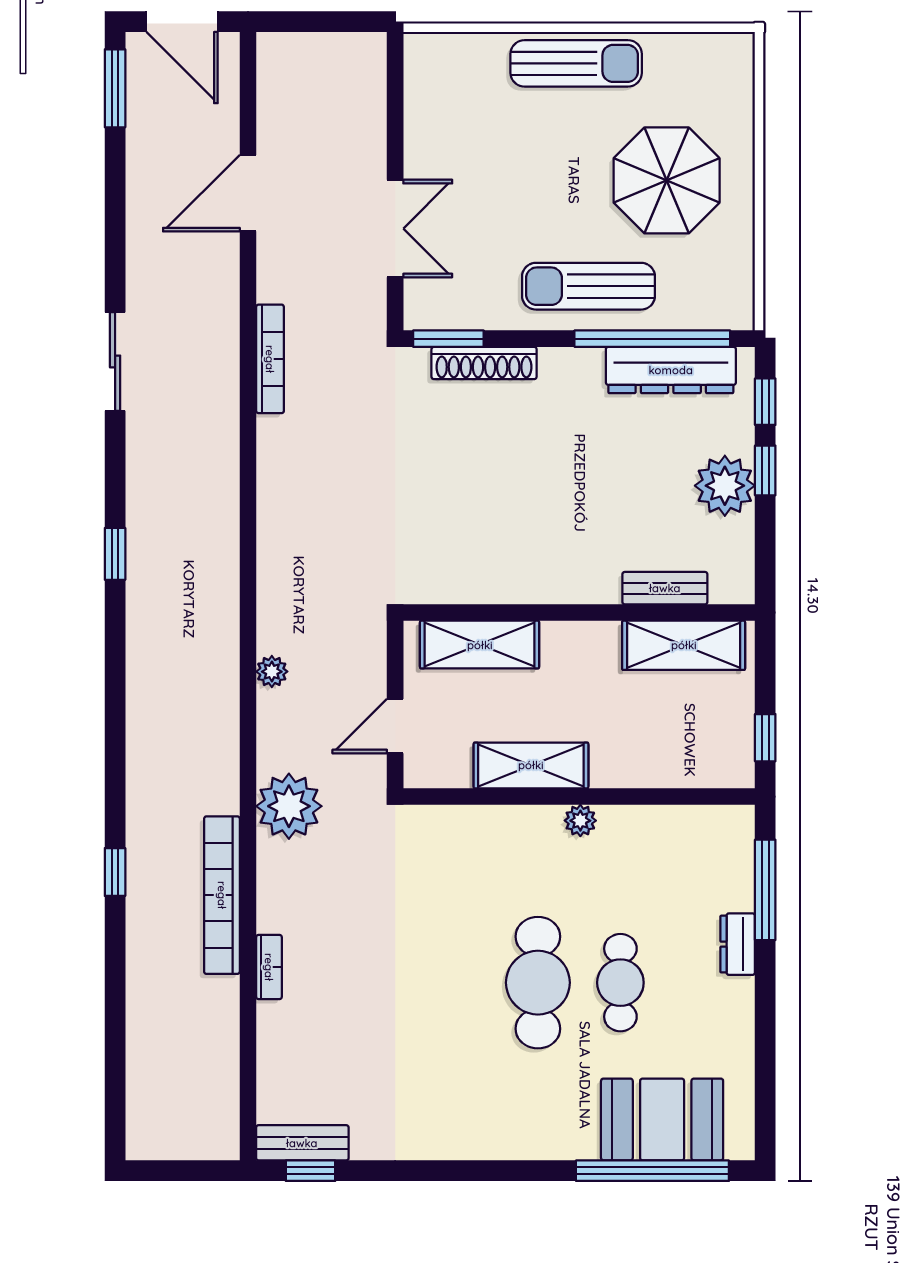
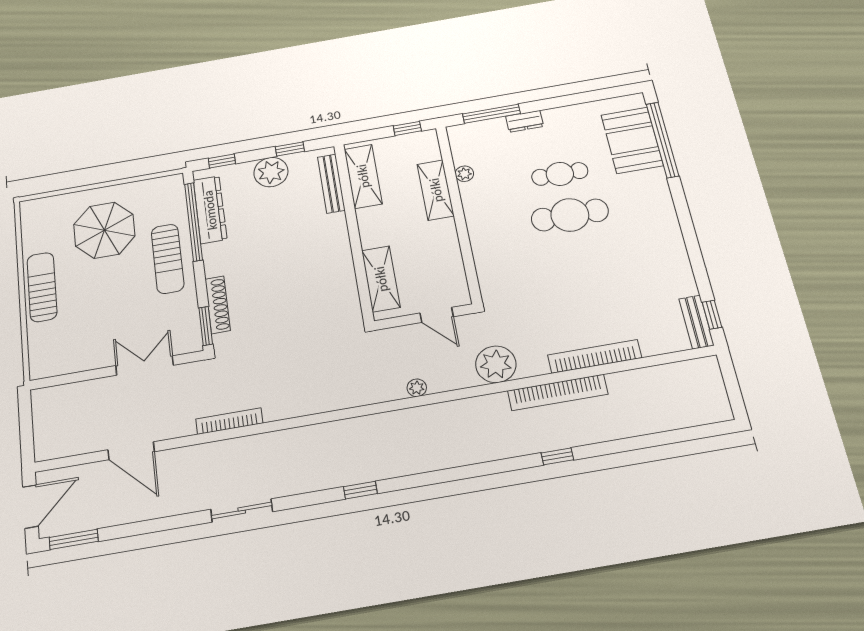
window: (765, 470) -> (290, 149), moved
bench: (665, 588) -> (331, 184), width x1.36
shelving: (531, 765) -> (436, 190), moved
plant: (580, 821) -> (464, 174), moved
bookcase: (269, 967) -> (595, 356), width x2.31, depth x1.31

